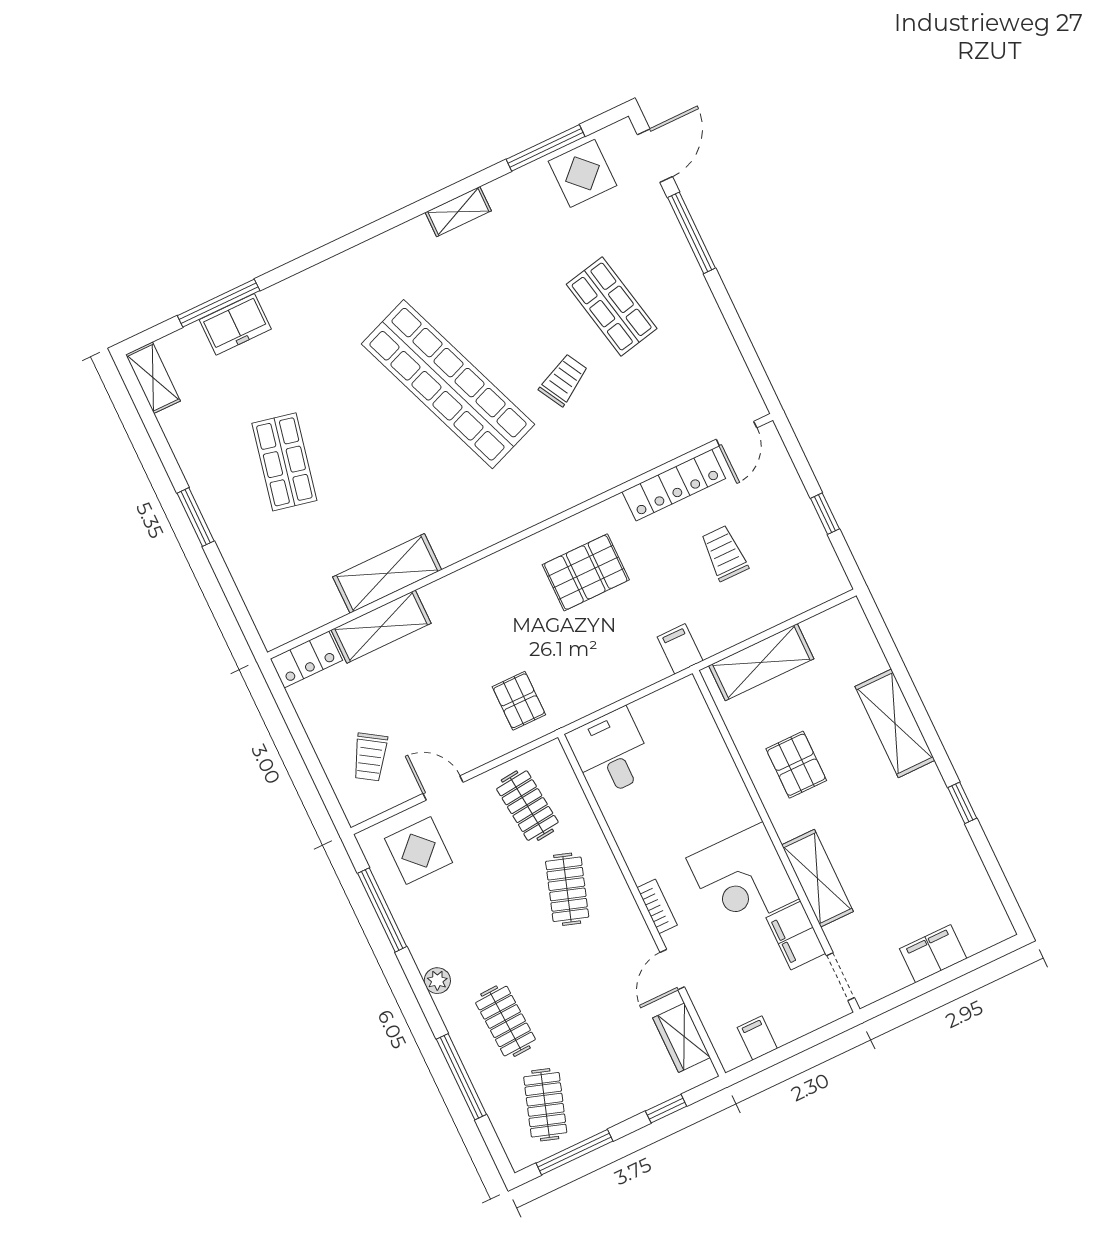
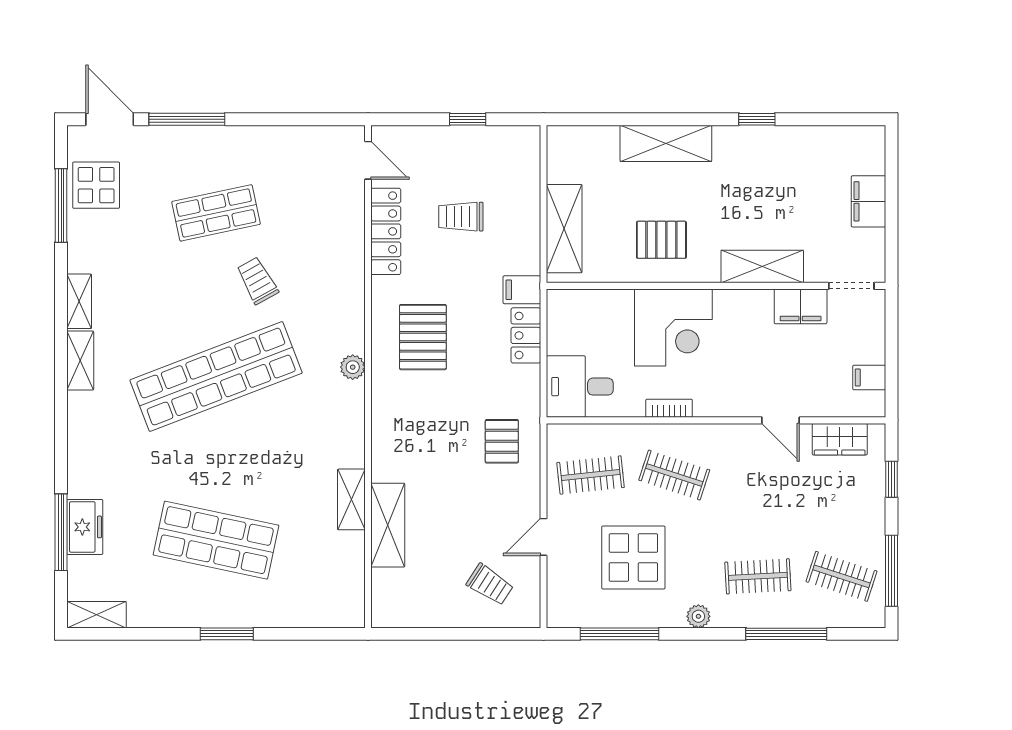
shelving: (399, 241) -> (80, 361), added
shop shelf: (284, 462) -> (216, 540), width x1.43, depth x1.36
plant: (522, 516) -> (353, 367), added
shelving: (387, 573) -> (351, 499), width x0.67, depth x0.75
locker: (306, 660) -> (526, 335), moved, turned 180
pallet: (519, 701) -> (502, 441), turned 90
display table: (418, 851) -> (633, 558), moved, width x1.36, depth x1.36
corner desk: (743, 878) -> (673, 327), moved
bookcase: (657, 906) -> (669, 408), moved

